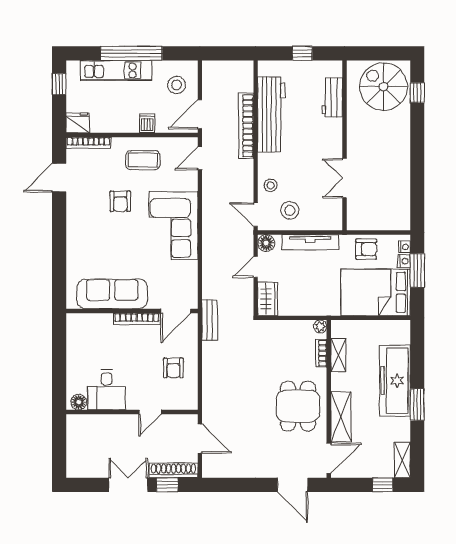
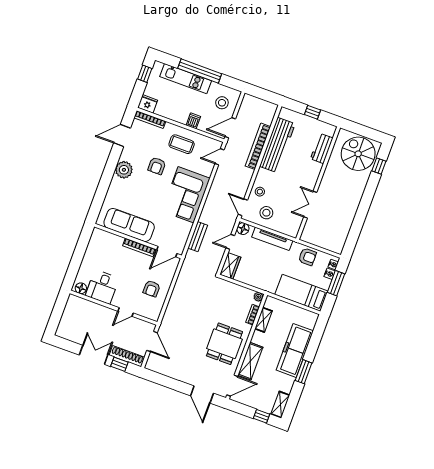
plant: (78, 223) -> (124, 170), added
bed: (376, 292) -> (301, 293), width x0.67
bench: (210, 320) -> (198, 237), moved

